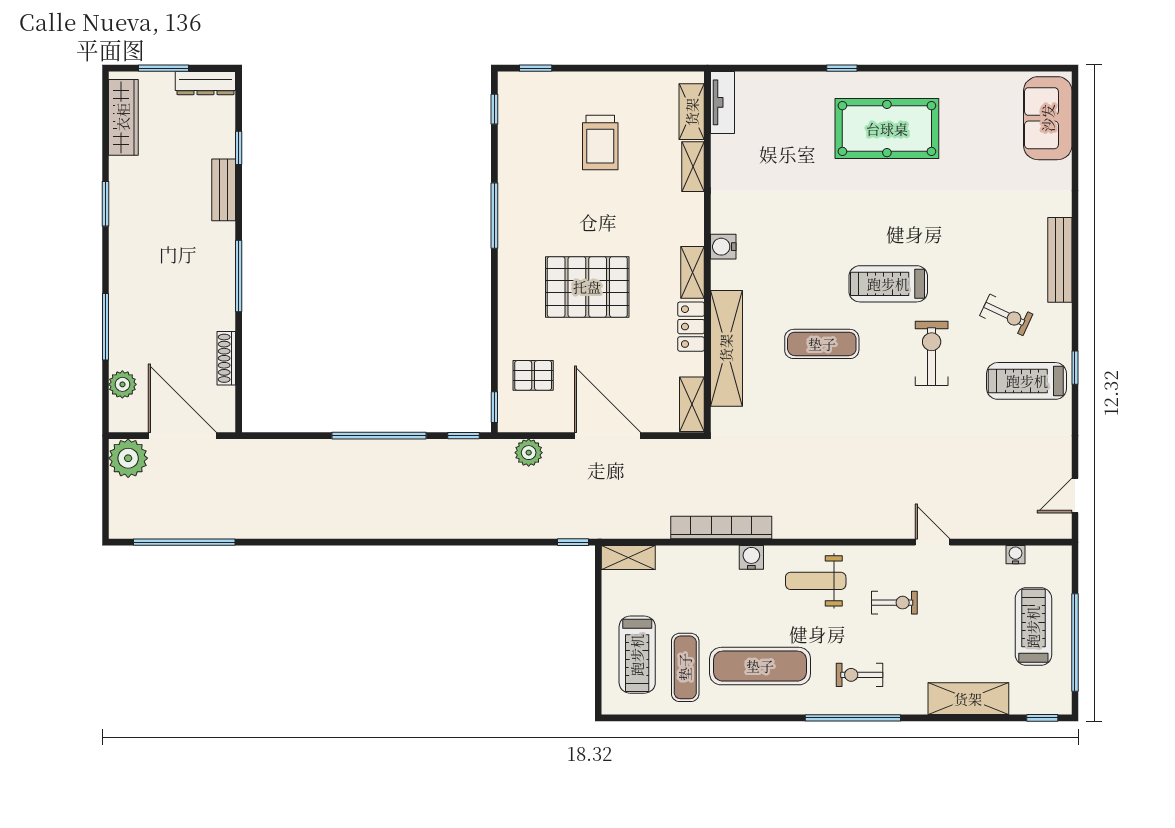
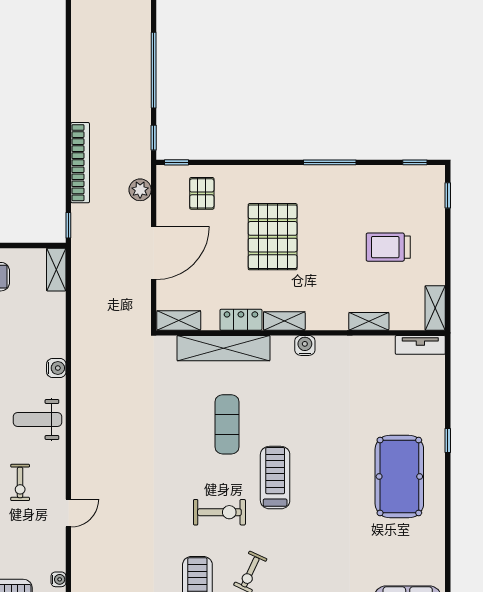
shelving: (692, 112) -> (435, 308), moved, turned 90
bookcase: (721, 528) -> (80, 163), moved
weight bench: (816, 581) -> (38, 419), turned -90

